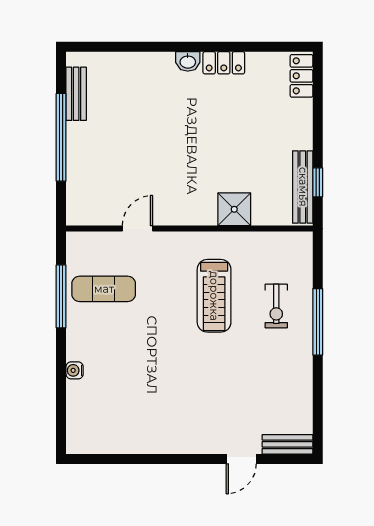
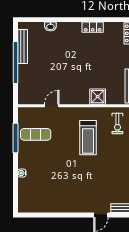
washbasin: (188, 61) -> (50, 27), moved
bench: (76, 94) -> (23, 46), width x1.36
exercise bike: (276, 306) -> (117, 124), moved

